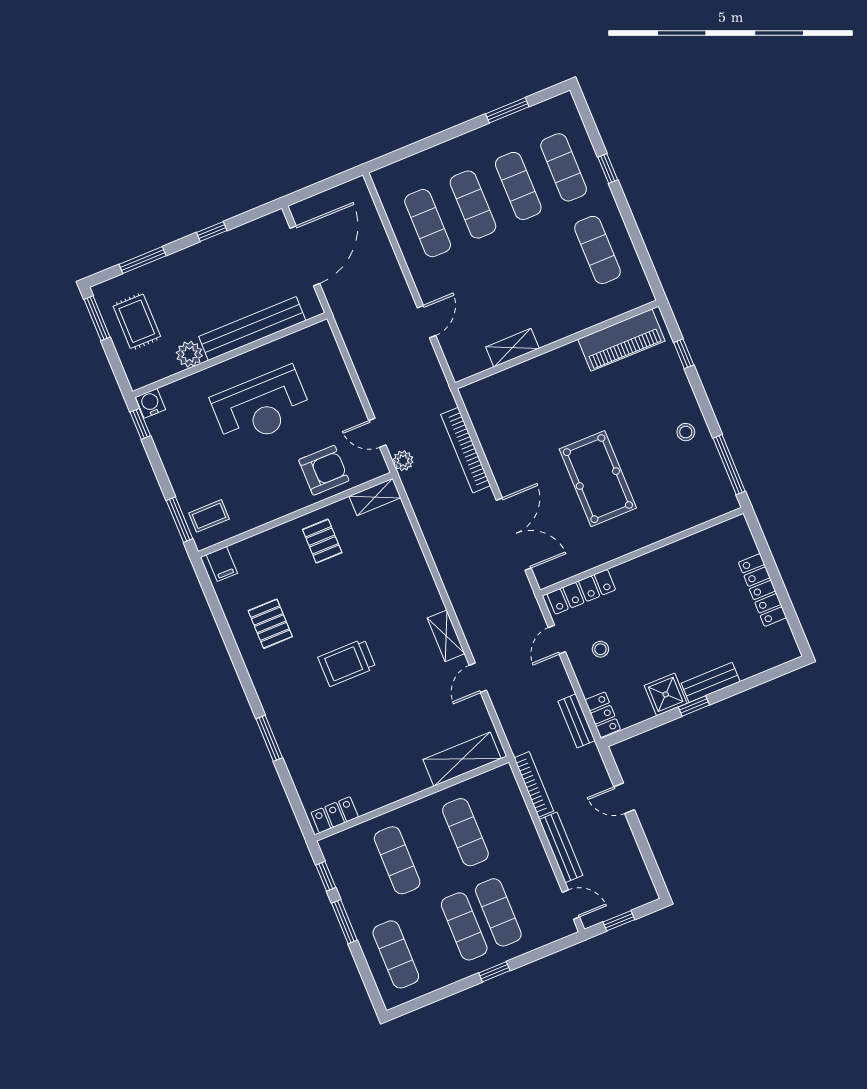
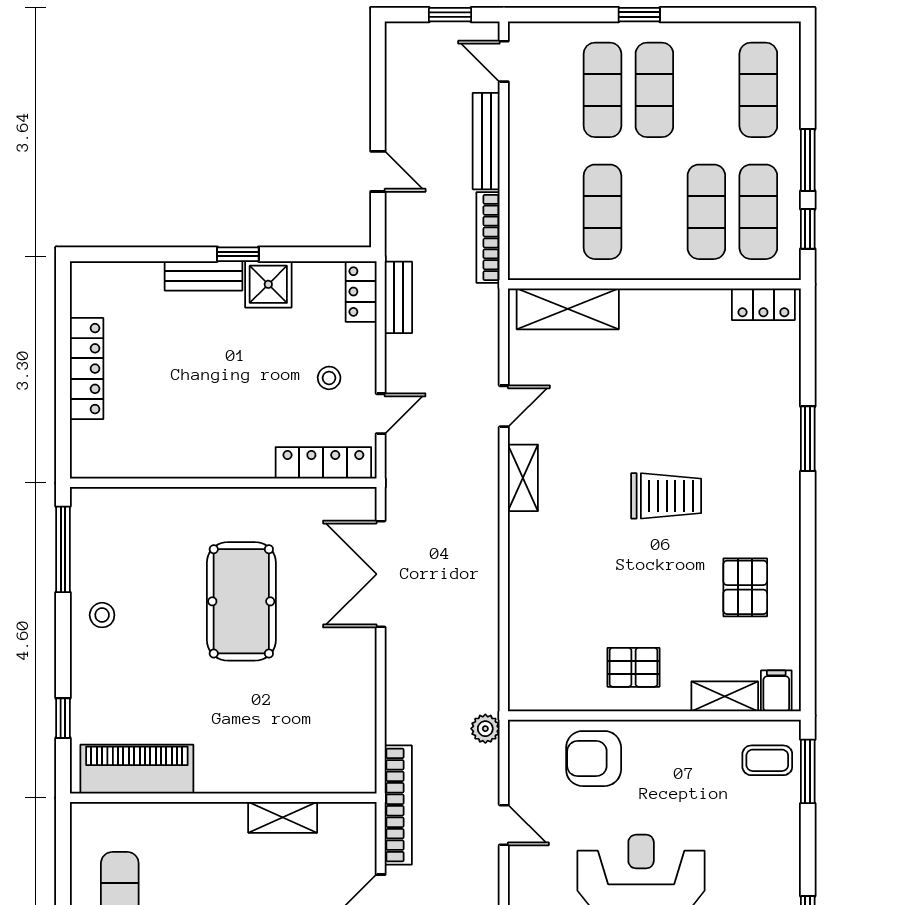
door: (377, 433) -> (504, 825), moved
bookcase: (466, 450) -> (398, 805), moved
shelving: (375, 497) -> (725, 696), moved
pallet: (322, 541) -> (634, 667), turned 90
exercise mat: (363, 874) -> (758, 212), added

